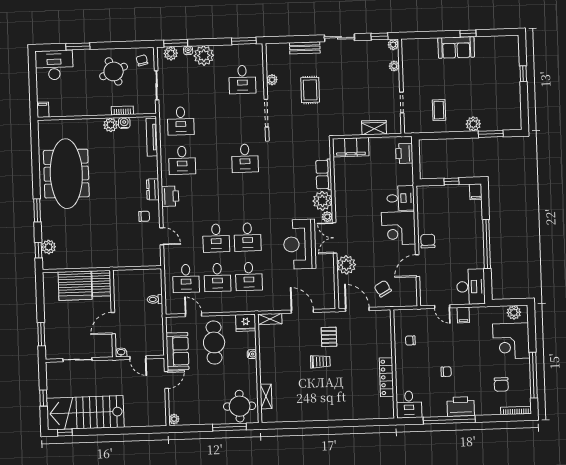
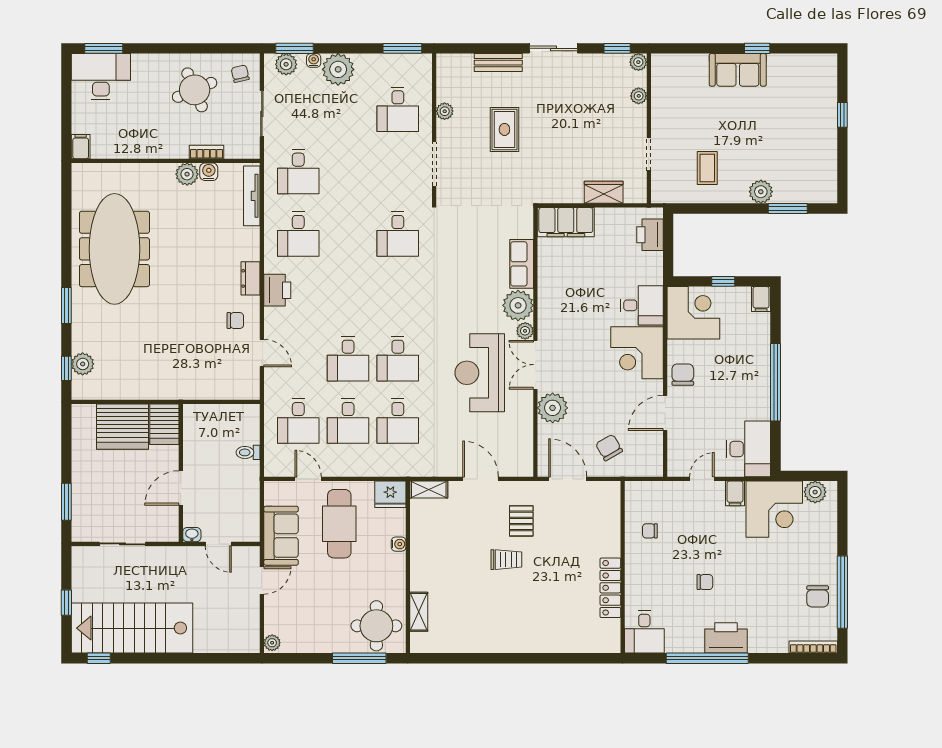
window: (78, 46) -> (104, 48), moved
corner desk: (433, 202) -> (693, 313), added
door: (442, 307) -> (702, 479), swing flipped
corner desk: (511, 341) -> (774, 509), moved, turned -90
chair: (501, 384) -> (818, 596), moved

